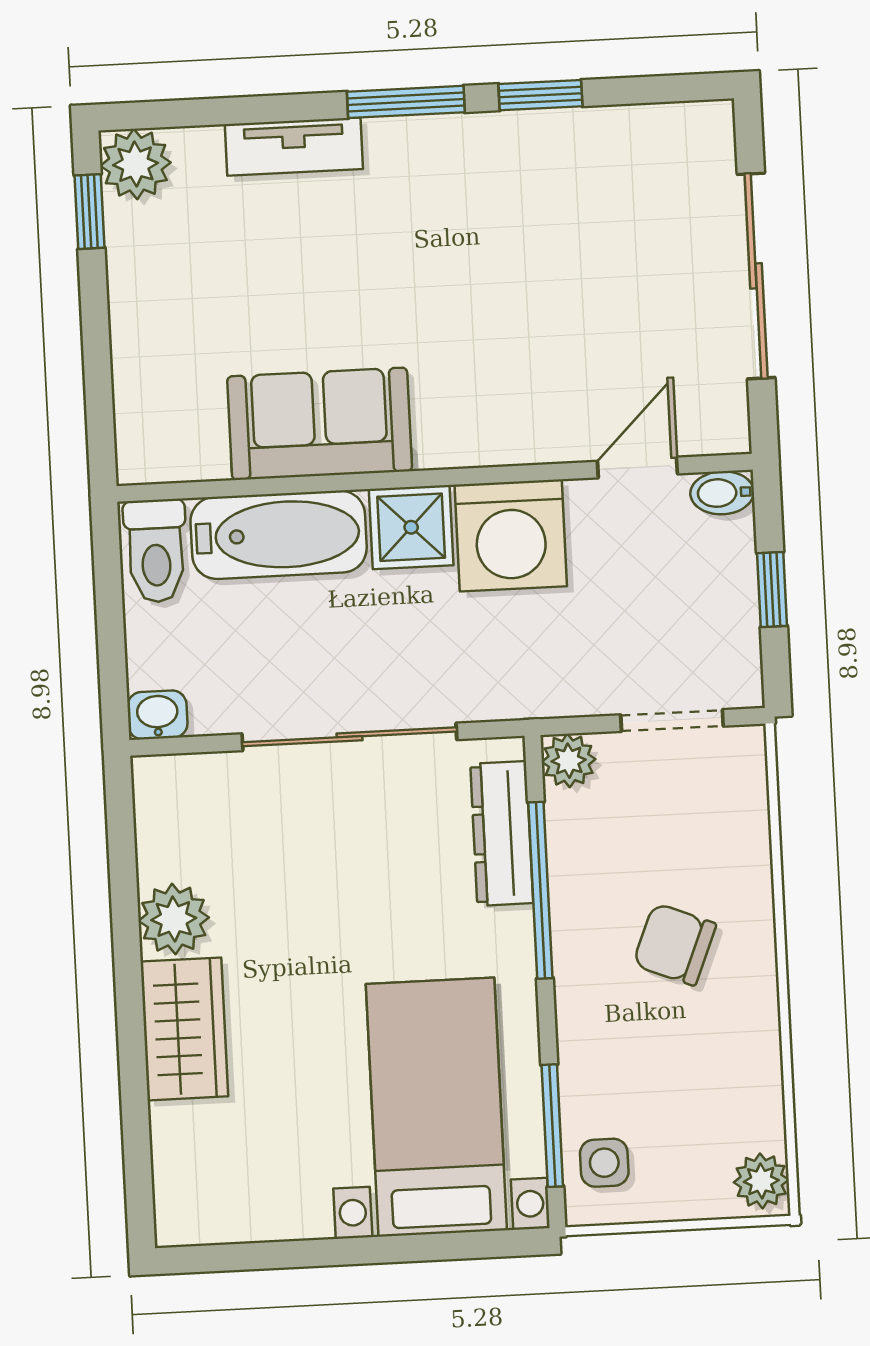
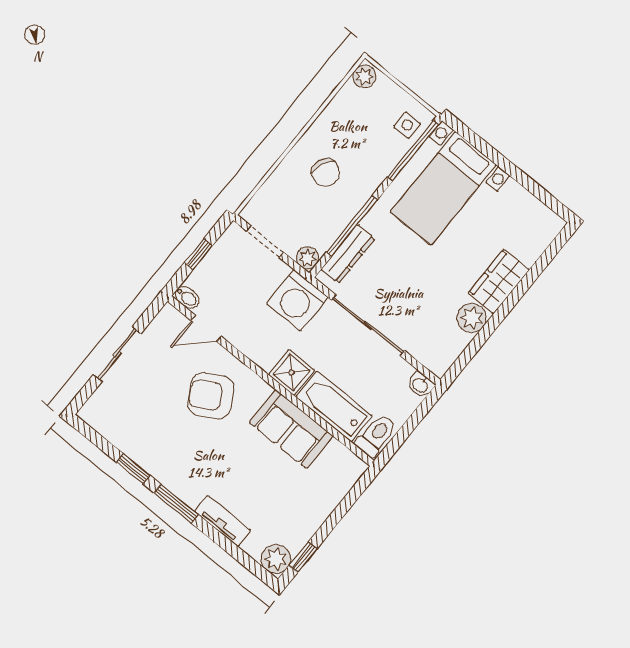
sliding door: (756, 276) -> (117, 354), width x0.73
armchair: (519, 353) -> (211, 396), added
washing machine: (511, 535) -> (297, 300), moved, turned 180
window: (552, 1126) -> (413, 151), width x1.44

